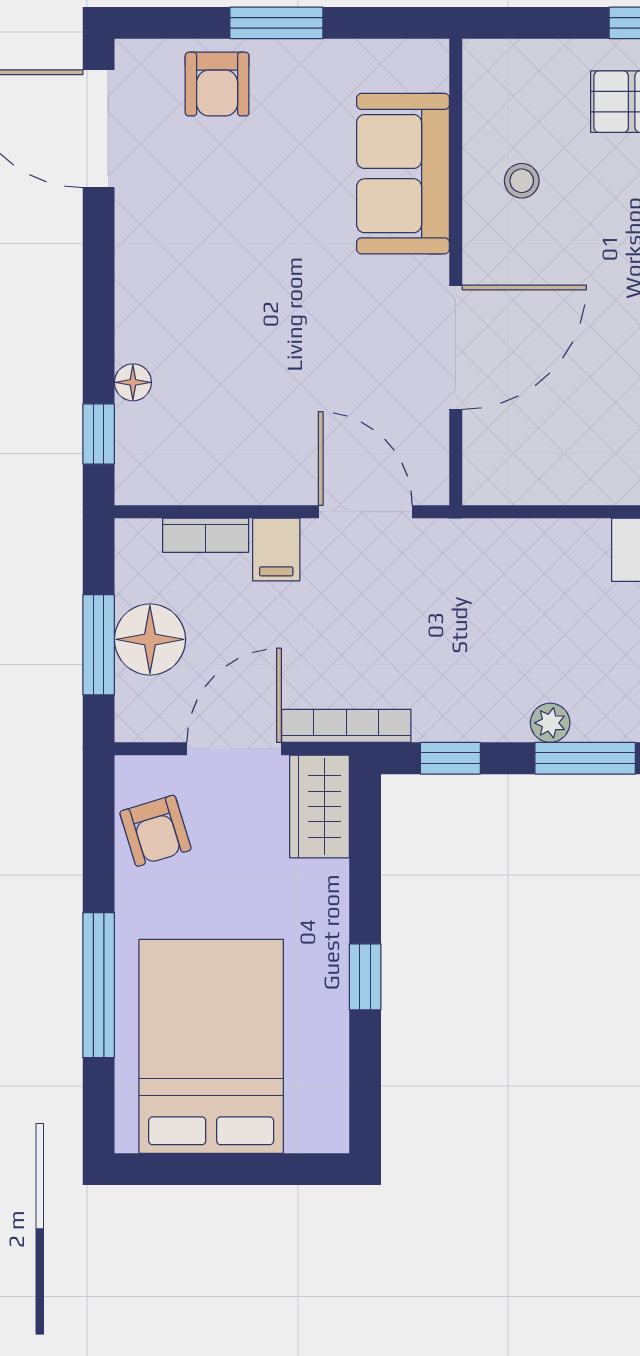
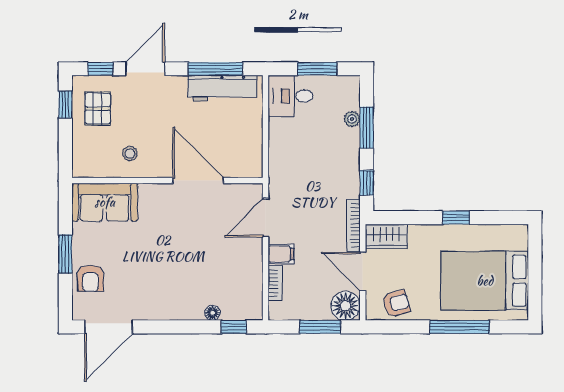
armchair: (217, 84) -> (90, 278), turned 90
sofa: (403, 174) -> (105, 202), moved
floor lamp: (150, 639) -> (346, 306), moved
plant: (550, 723) -> (352, 119), moved

